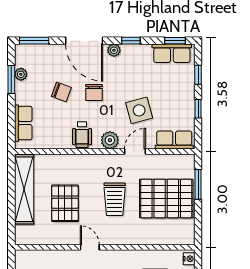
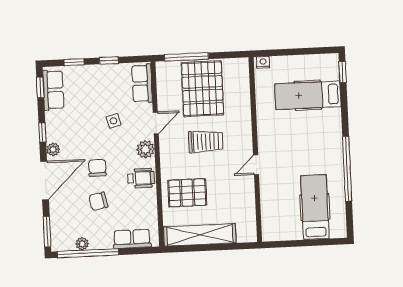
window: (11, 79) -> (88, 253), width x2.11
chair: (61, 92) -> (98, 201), turned -122
chair: (94, 93) -> (97, 168), turned -90
side table: (139, 110) -> (113, 121), width x0.54, depth x0.54
door: (135, 151) -> (156, 123), swing flipped
window: (198, 184) -> (186, 57), width x1.44
pallet: (65, 203) -> (187, 193), moved

